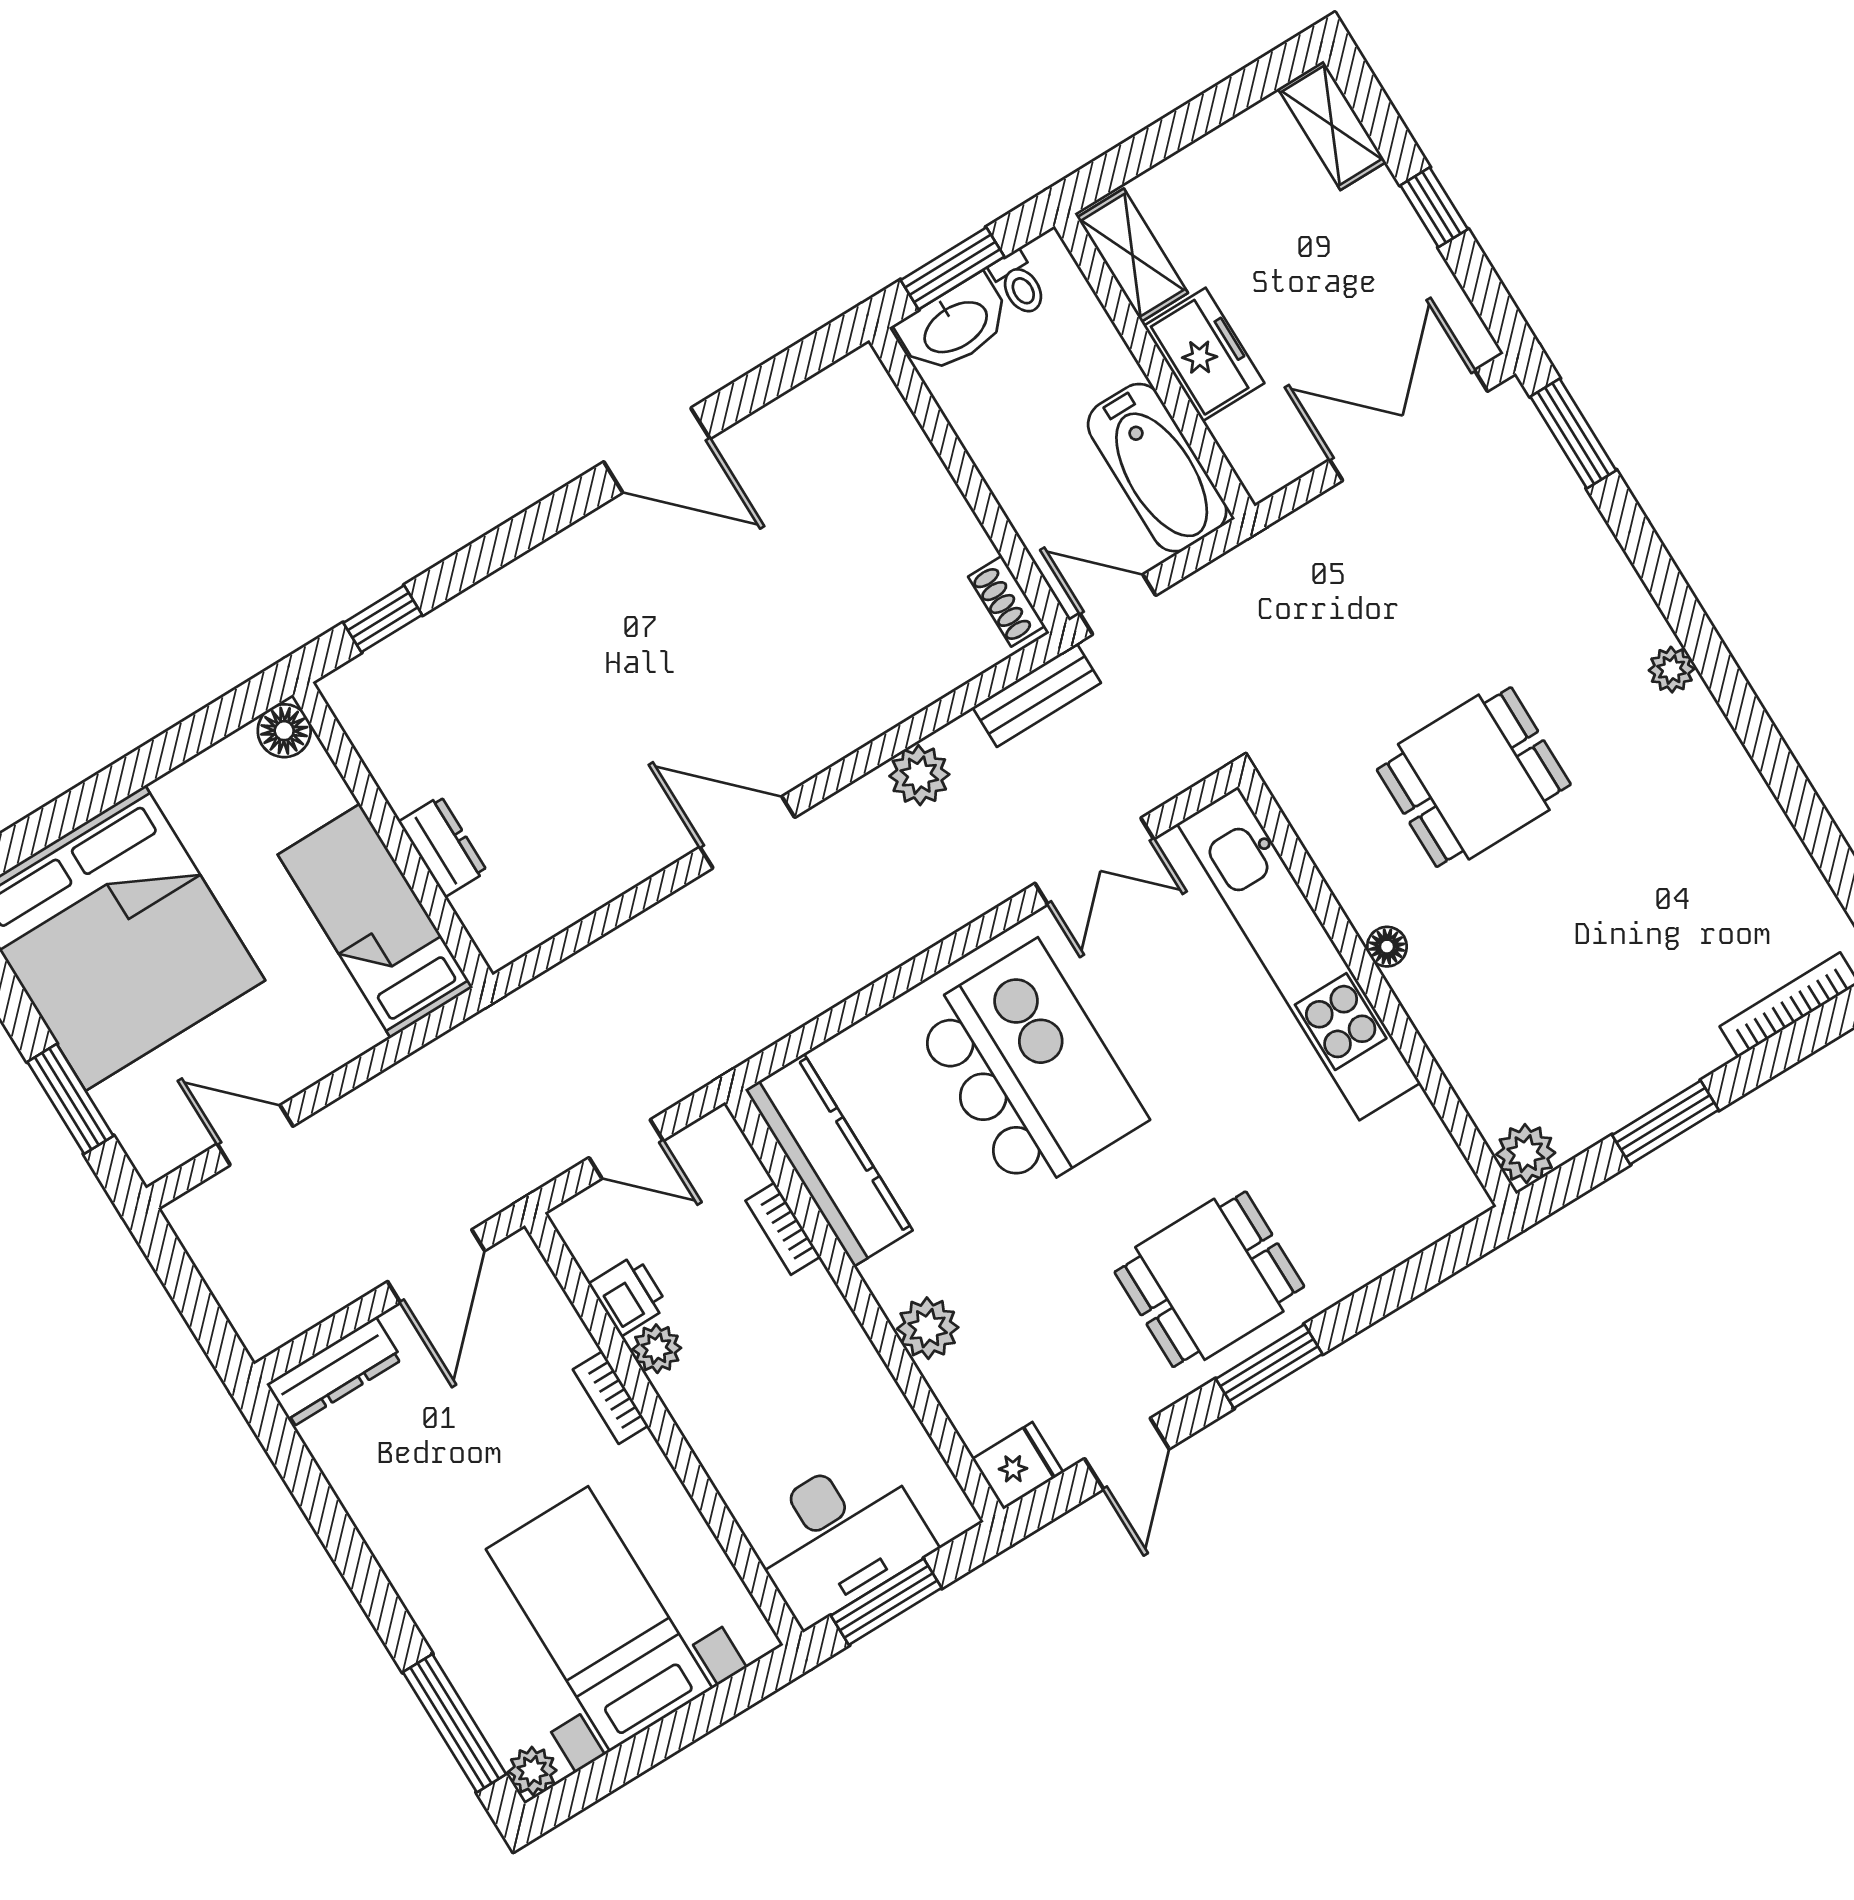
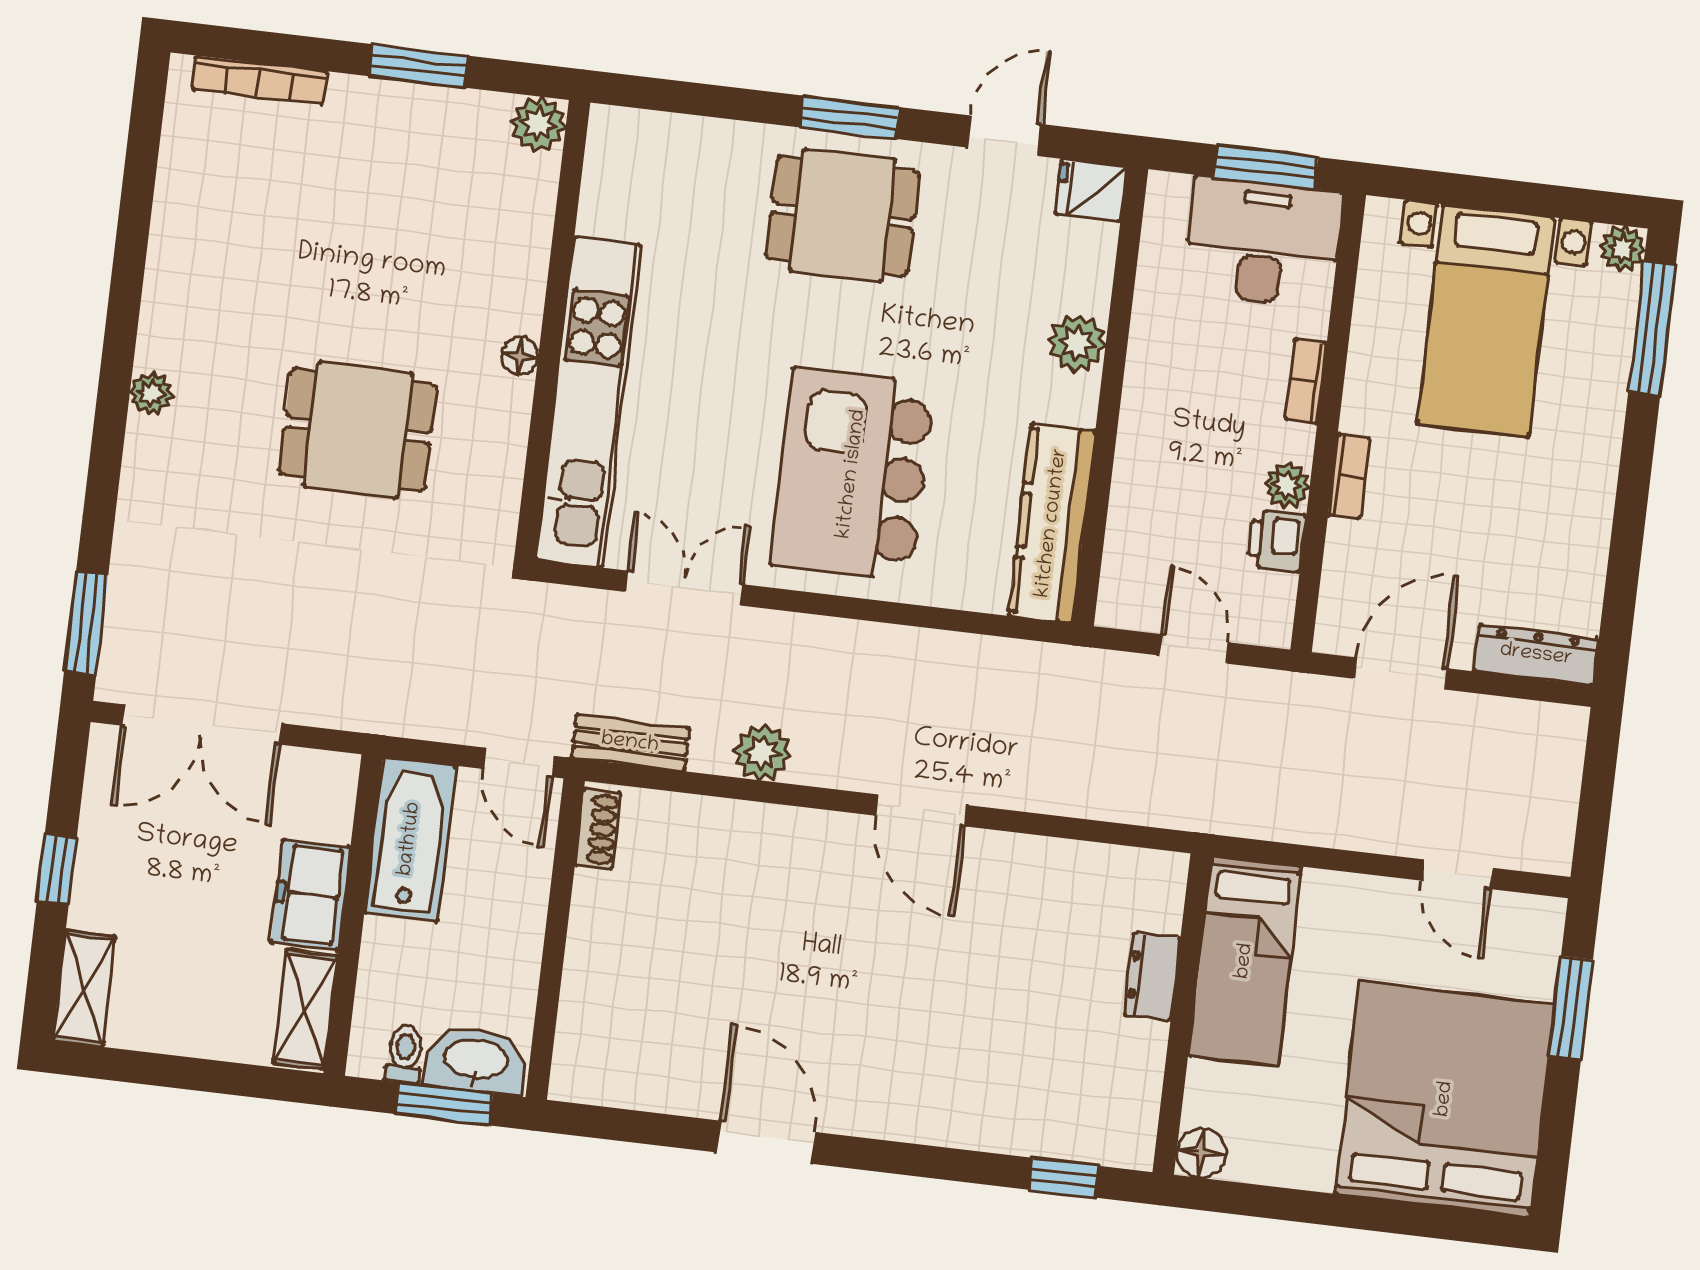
bookcase: (783, 1229) -> (1306, 381), moved, turned 180

